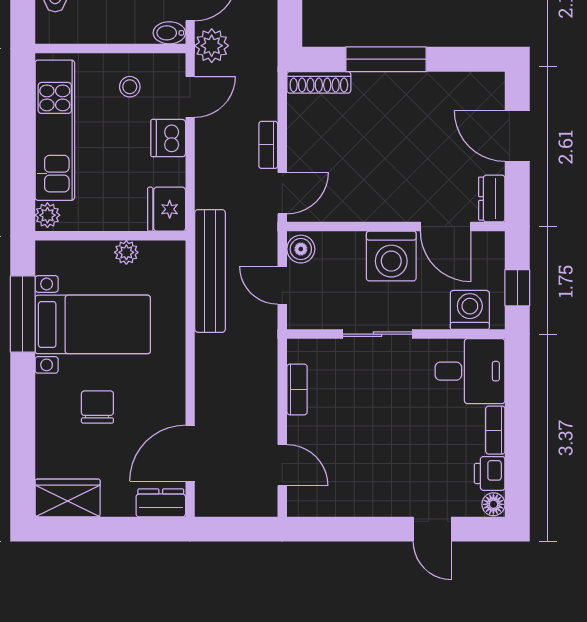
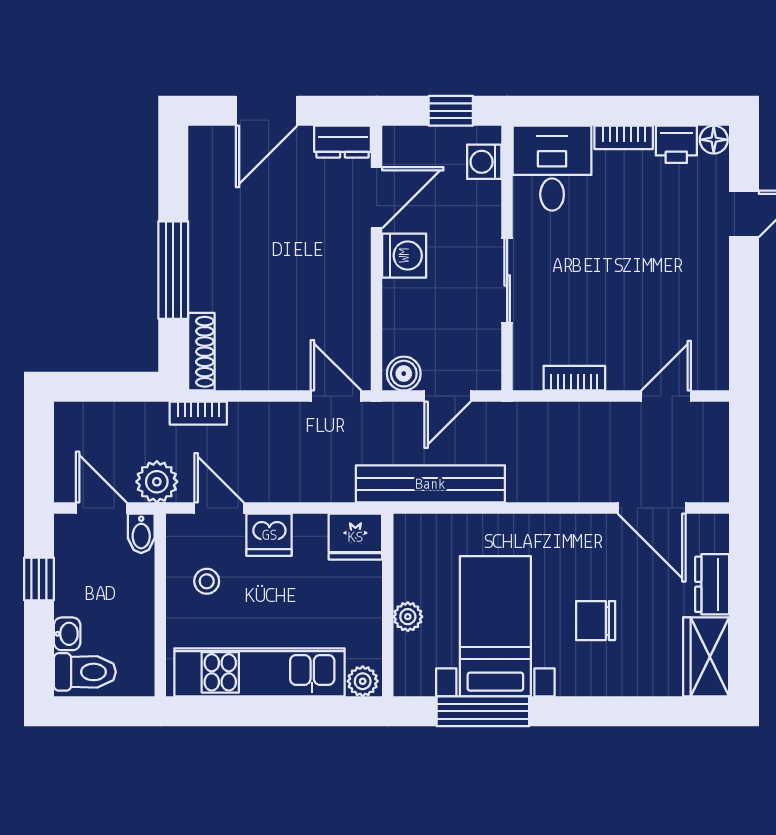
bookcase: (268, 145) -> (198, 413), moved
plant: (126, 252) -> (408, 617), moved
washing machine: (391, 256) -> (404, 256), width x0.73, depth x0.73
washing machine: (470, 310) -> (484, 162), width x0.73, depth x0.73
dresser: (161, 503) -> (712, 584), moved

